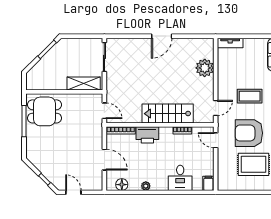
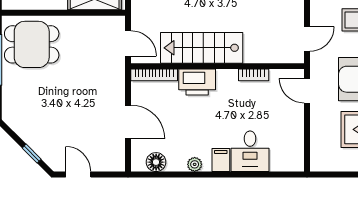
stairs: (168, 114) -> (202, 48), moved
filing cabinet: (208, 183) -> (221, 160), moved

